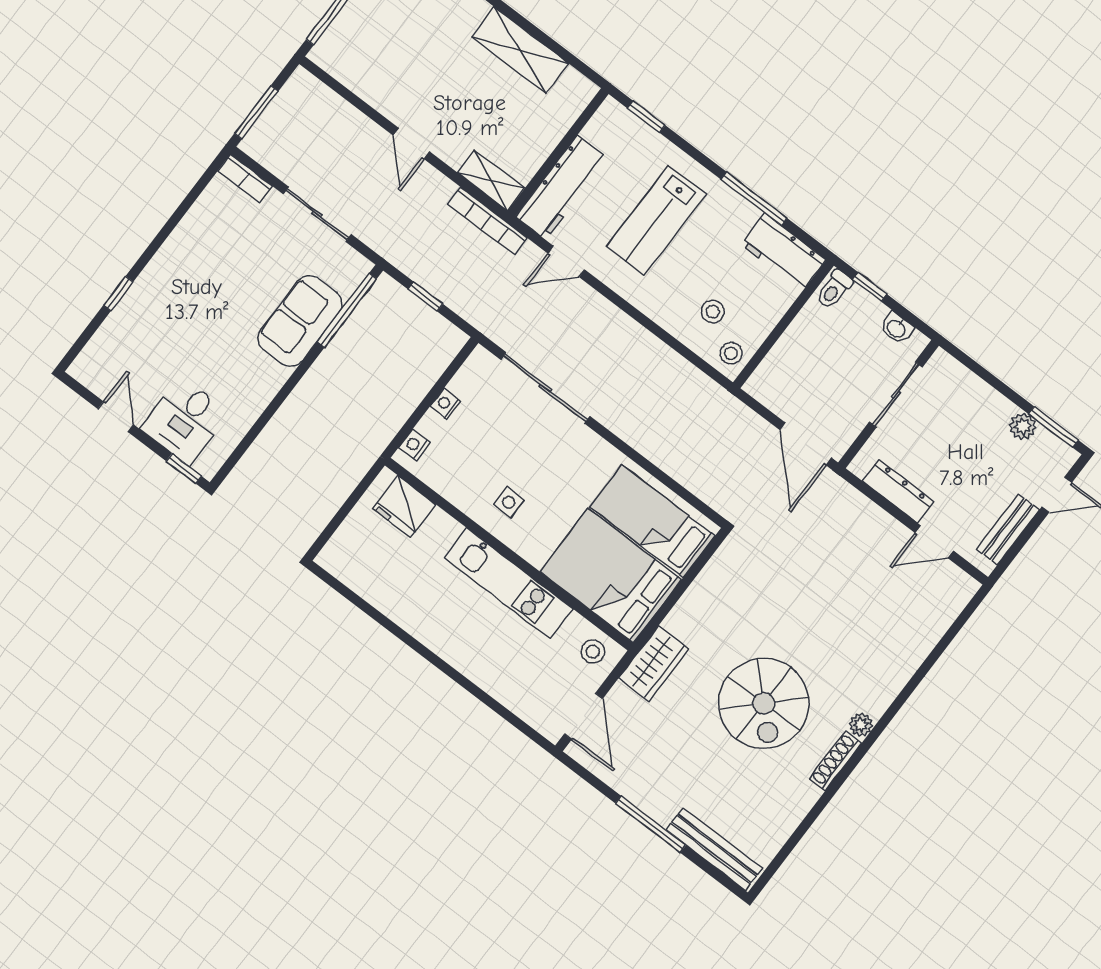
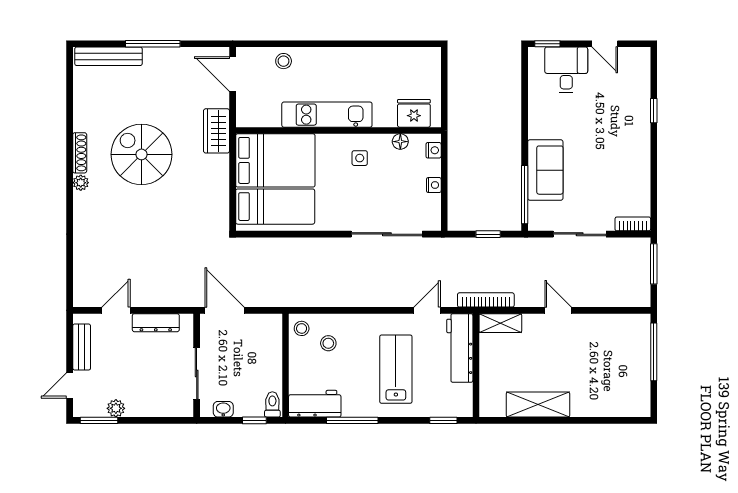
floor lamp: (446, 485) -> (400, 142), added
stool: (593, 652) -> (284, 61), moved

